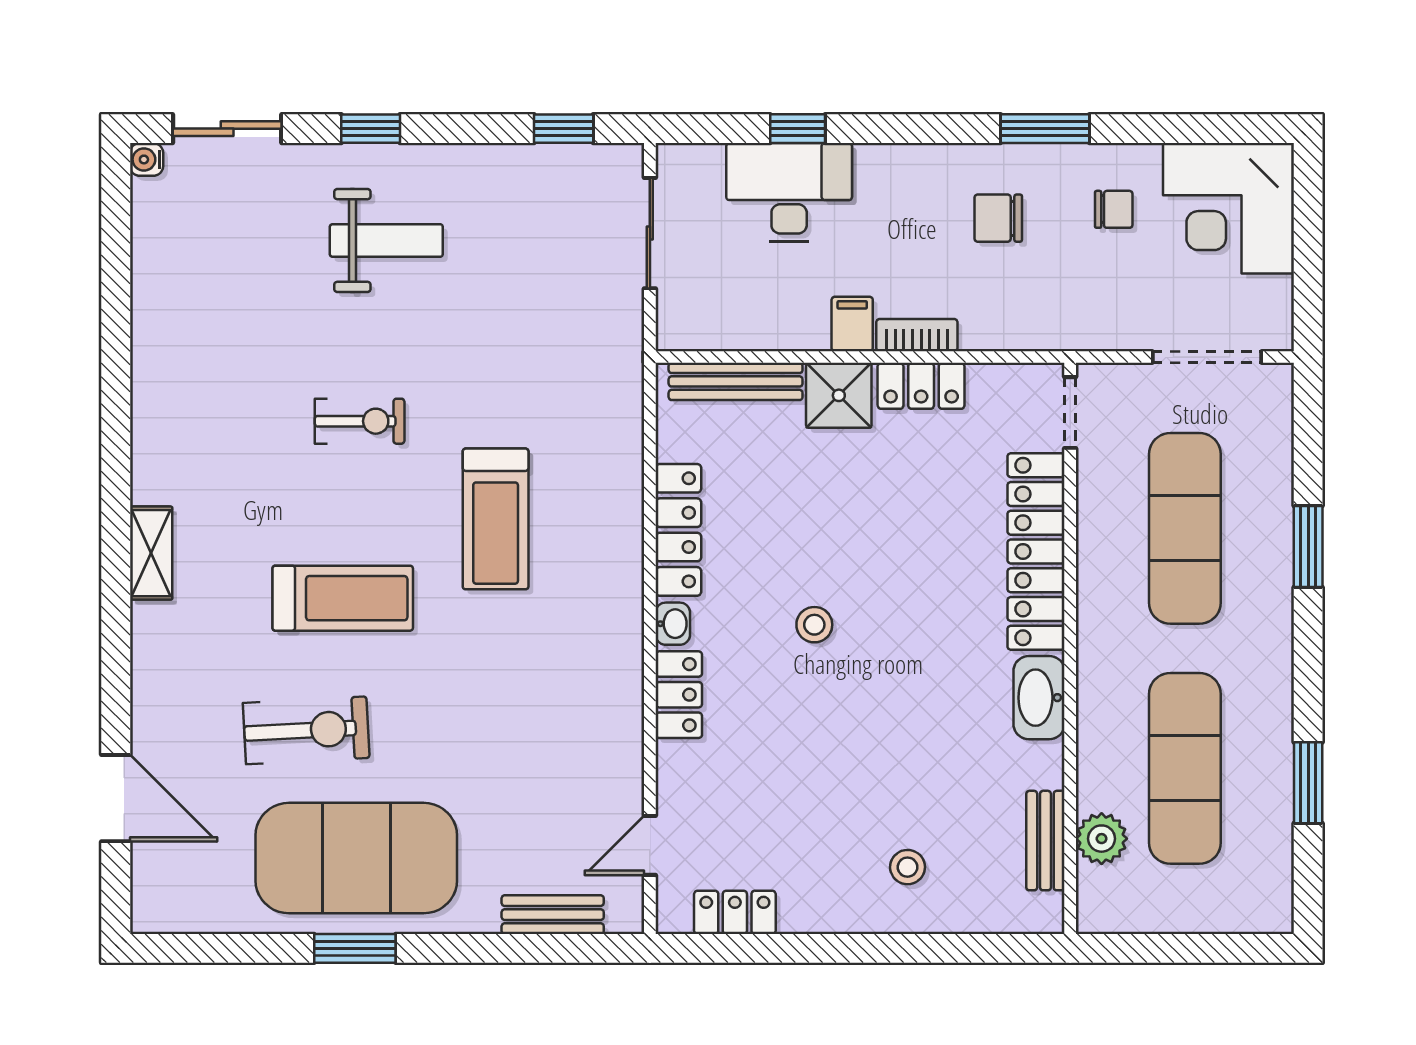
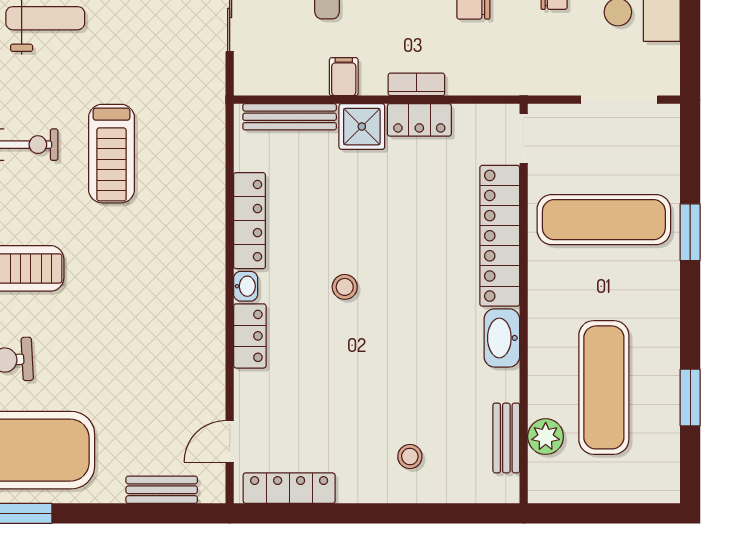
filing cabinet: (852, 324) -> (344, 77), moved
treadmill: (496, 519) -> (112, 154), moved
exercise mat: (1185, 528) -> (604, 220), turned 90
locker: (735, 912) -> (289, 488), width x1.53

